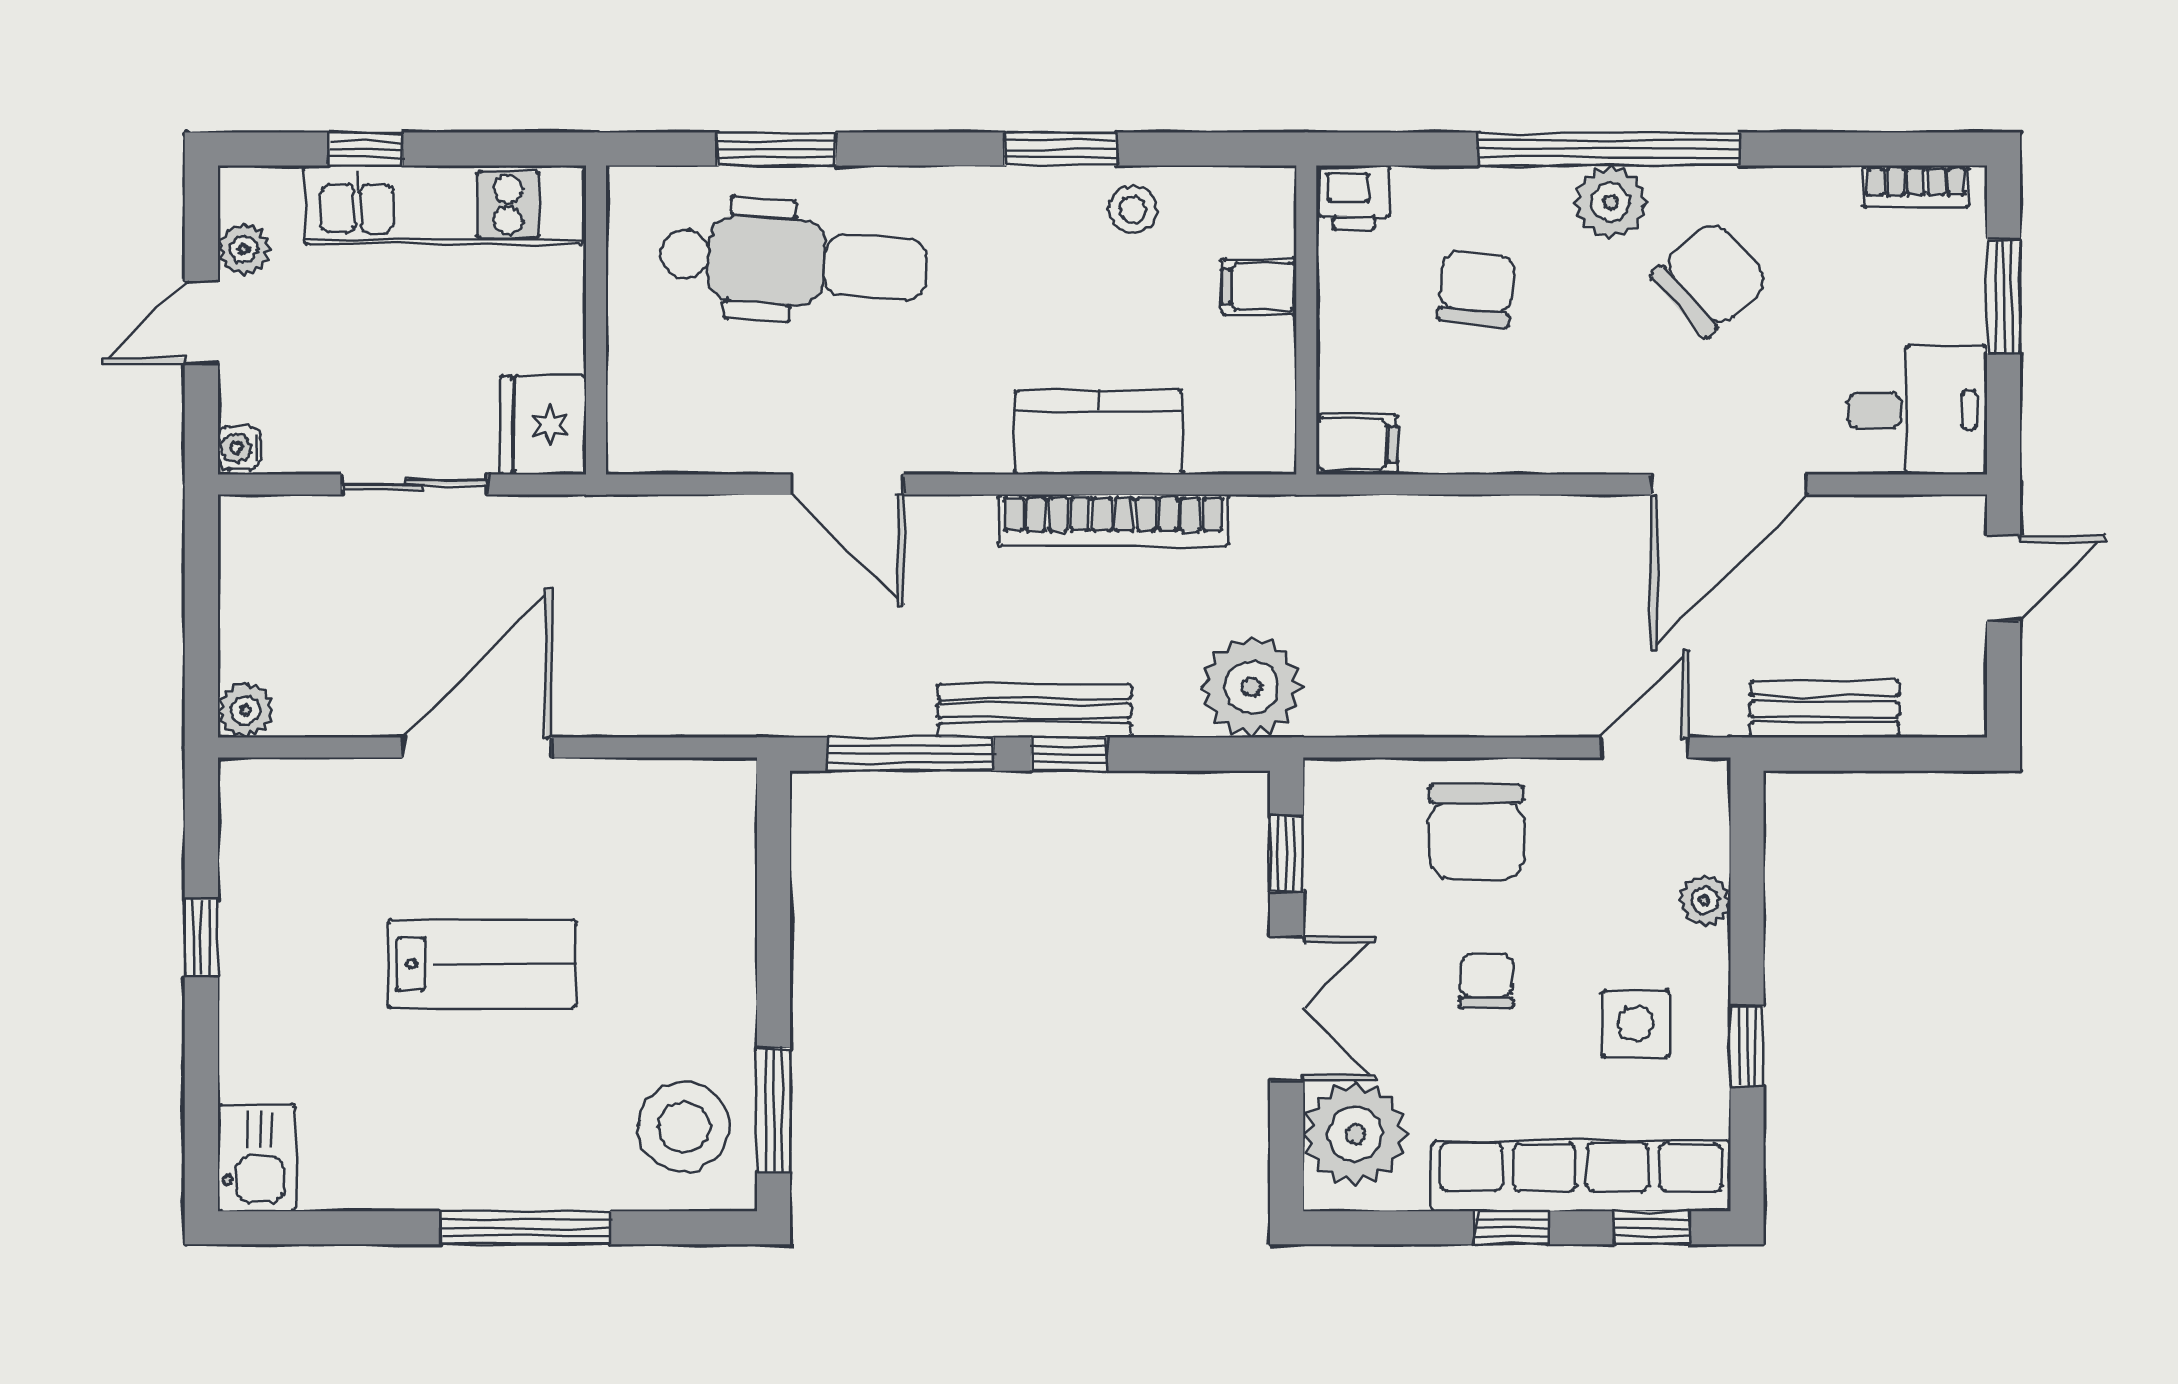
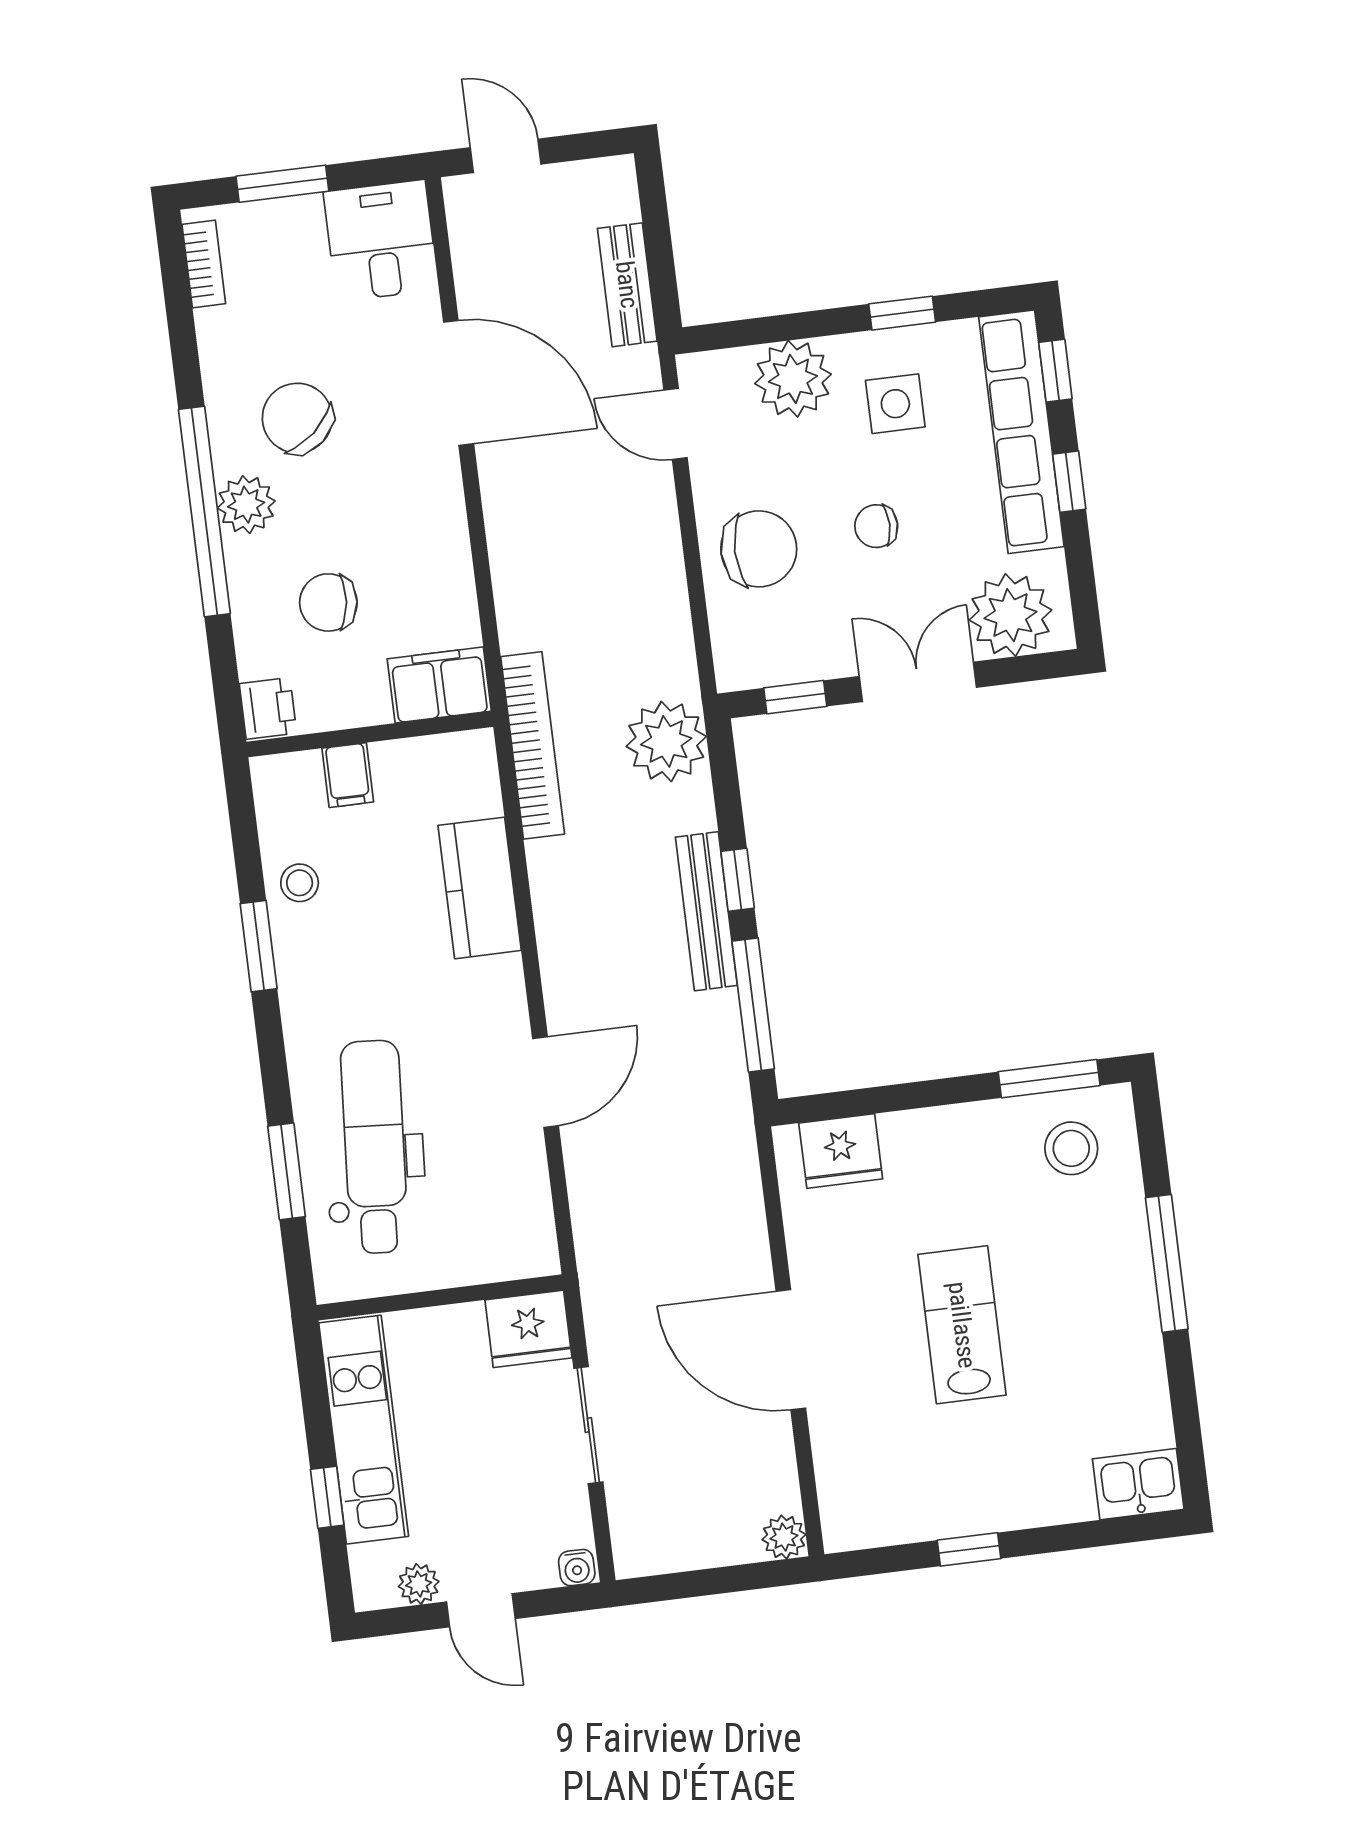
filing cabinet: (1357, 444) -> (439, 685), width x2.00
bookcase: (1113, 520) -> (533, 745), moved
fridge: (716, 840) -> (841, 1151), added
plant: (1705, 900) -> (793, 379), width x1.87, depth x1.87
stool: (684, 1127) -> (1071, 1148), width x0.73, depth x0.73

